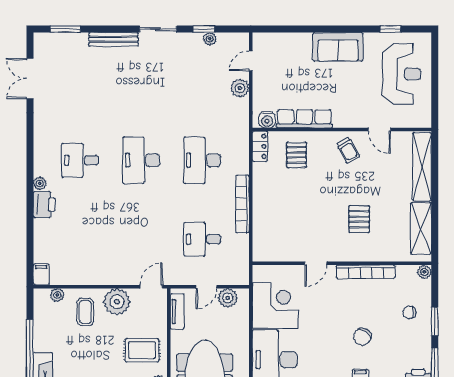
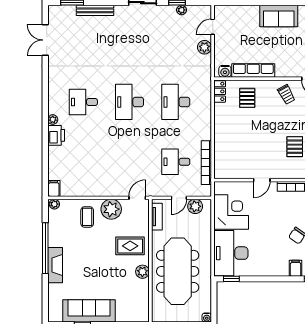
bench: (114, 39) -> (95, 10), moved
bookcase: (242, 204) -> (206, 163), moved
plant: (57, 295) -> (54, 204), moved

